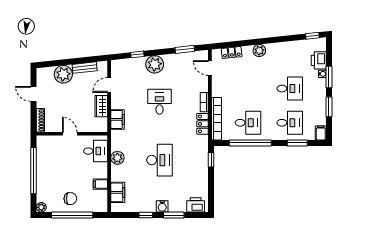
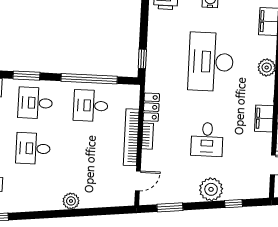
locker: (232, 53) -> (108, 200), removed
door: (210, 68) -> (138, 181), hinge flipped
bookcase: (216, 119) -> (131, 137), moved
desk: (160, 160) -> (211, 62), width x1.36, depth x1.30

